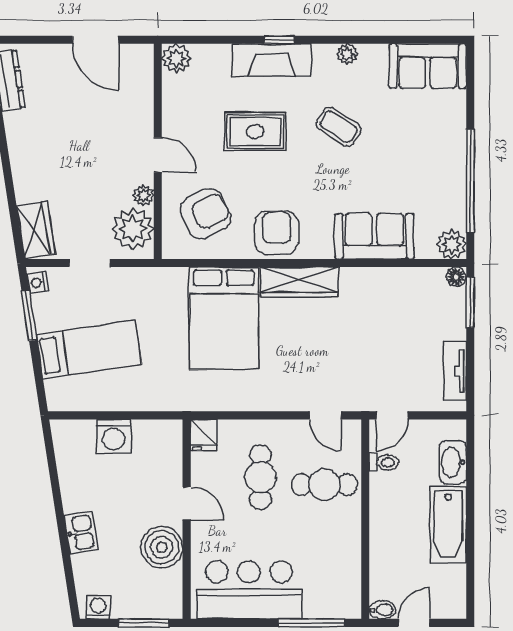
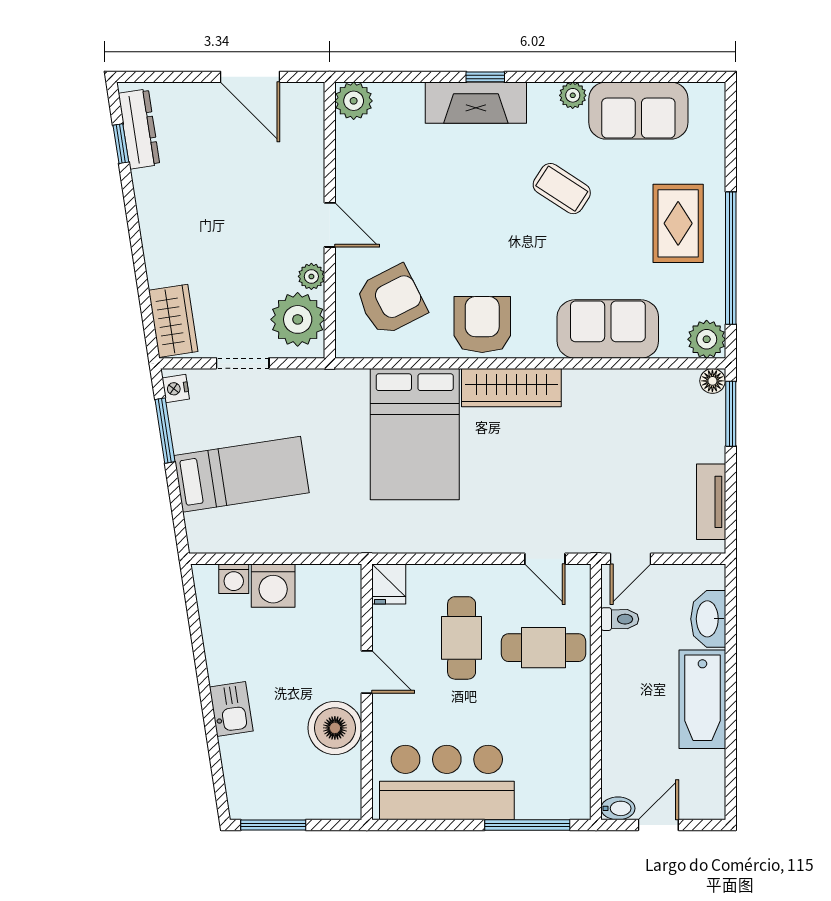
sofa: (428, 66) -> (638, 111), moved
rug: (255, 131) -> (678, 223), moved, turned 90
washing machine: (98, 607) -> (234, 579), moved, turned 180
window: (143, 623) -> (273, 825), moved

